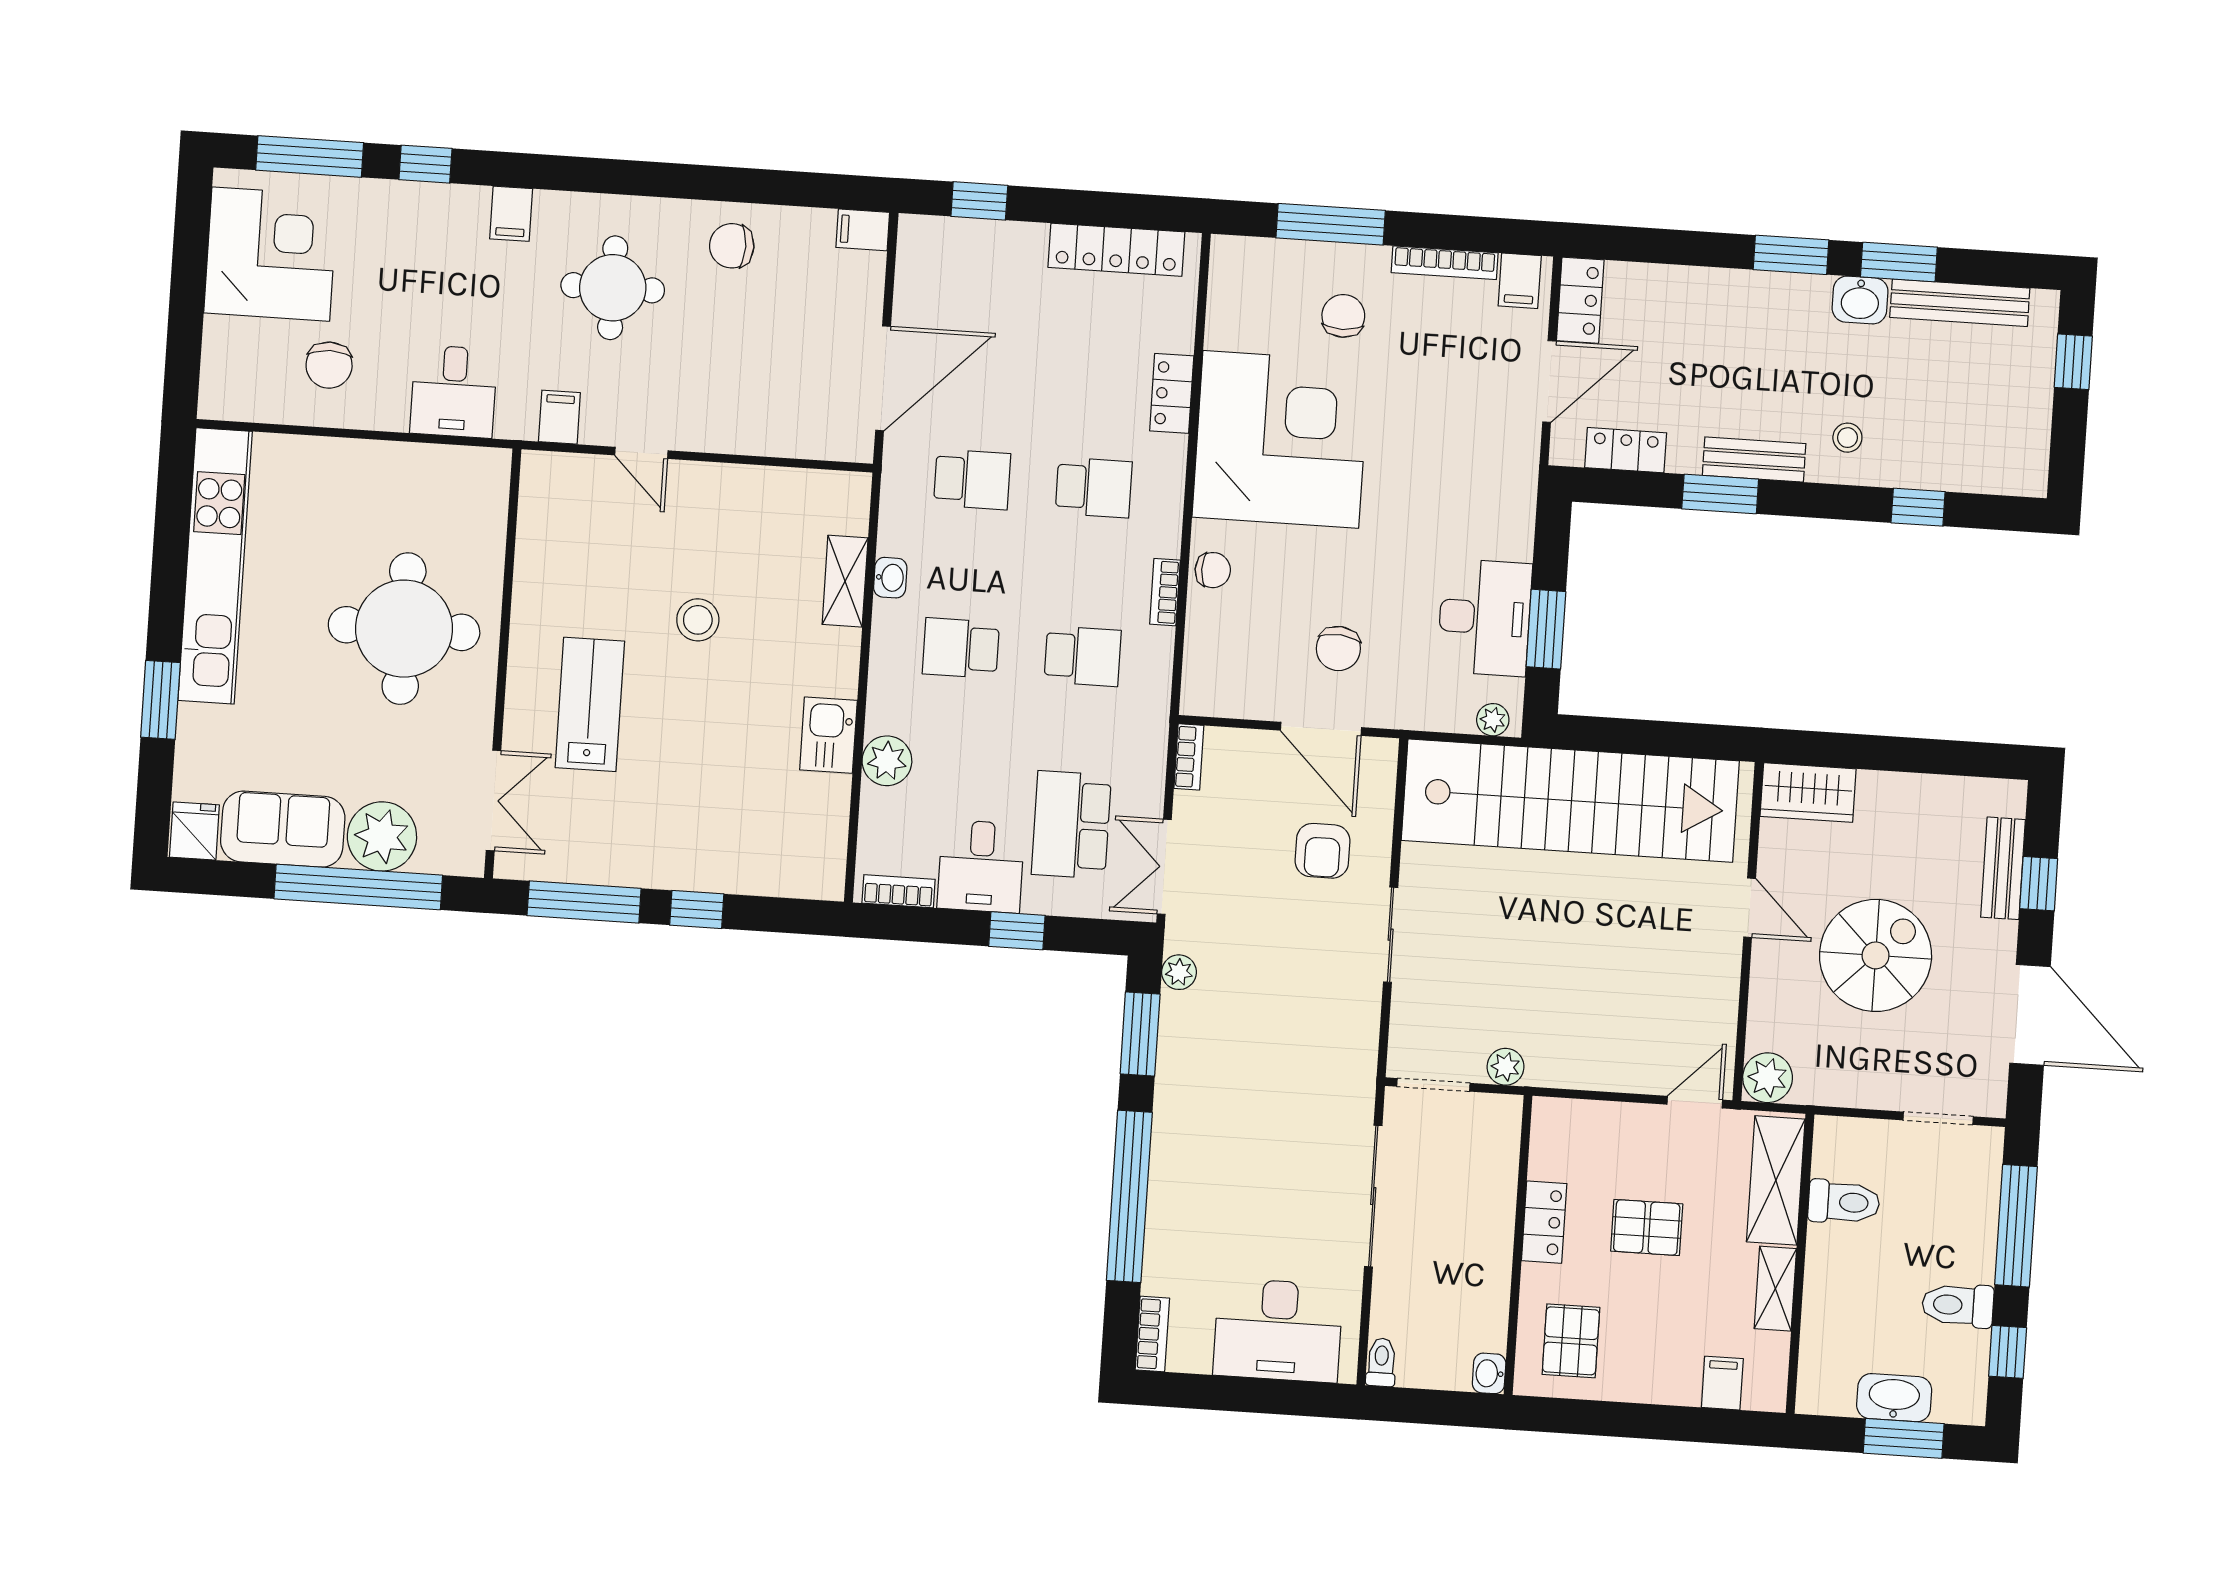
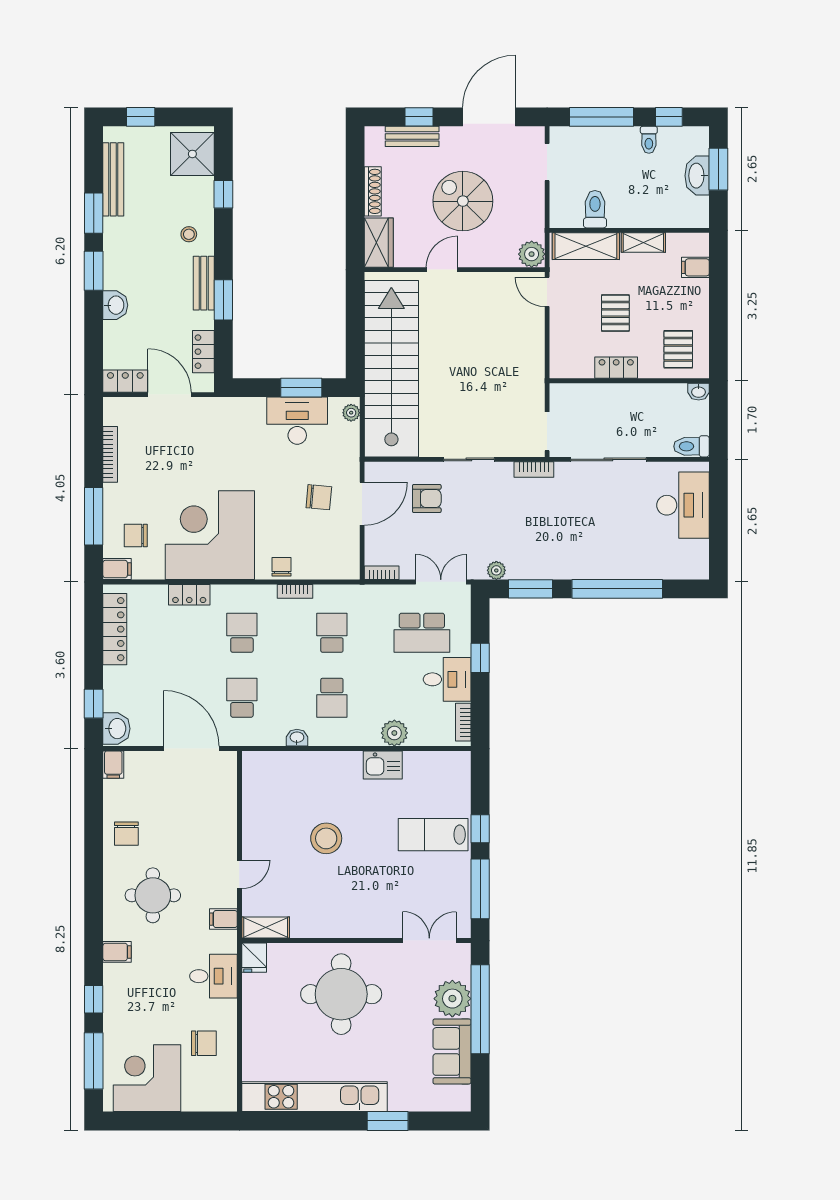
washbasin: (930, 240) -> (116, 729), added
filing cabinet: (1520, 281) -> (117, 569), moved
washbasin: (1860, 300) -> (115, 305), moved
chair: (1343, 316) -> (136, 535), moved
shower: (1998, 454) -> (192, 154), added
shelving: (845, 581) -> (266, 928), moved
stool: (698, 620) -> (326, 838), width x1.38, depth x1.38
lab bench: (590, 704) -> (433, 835), moved
shoe rack: (1905, 788) -> (373, 191), added
fridge: (194, 831) -> (254, 958), moved, turned -90
double door: (1164, 867) -> (441, 582), swing flipped
plant: (1505, 1067) -> (535, 394), removed
toilet: (1958, 1305) -> (649, 140), width x0.73, depth x0.72
bookcase: (1152, 1334) -> (534, 470), moved, turned 180
pallet: (1571, 1341) -> (678, 349), turned 90
toilet: (1381, 1362) -> (691, 446), width x1.37, depth x1.39

